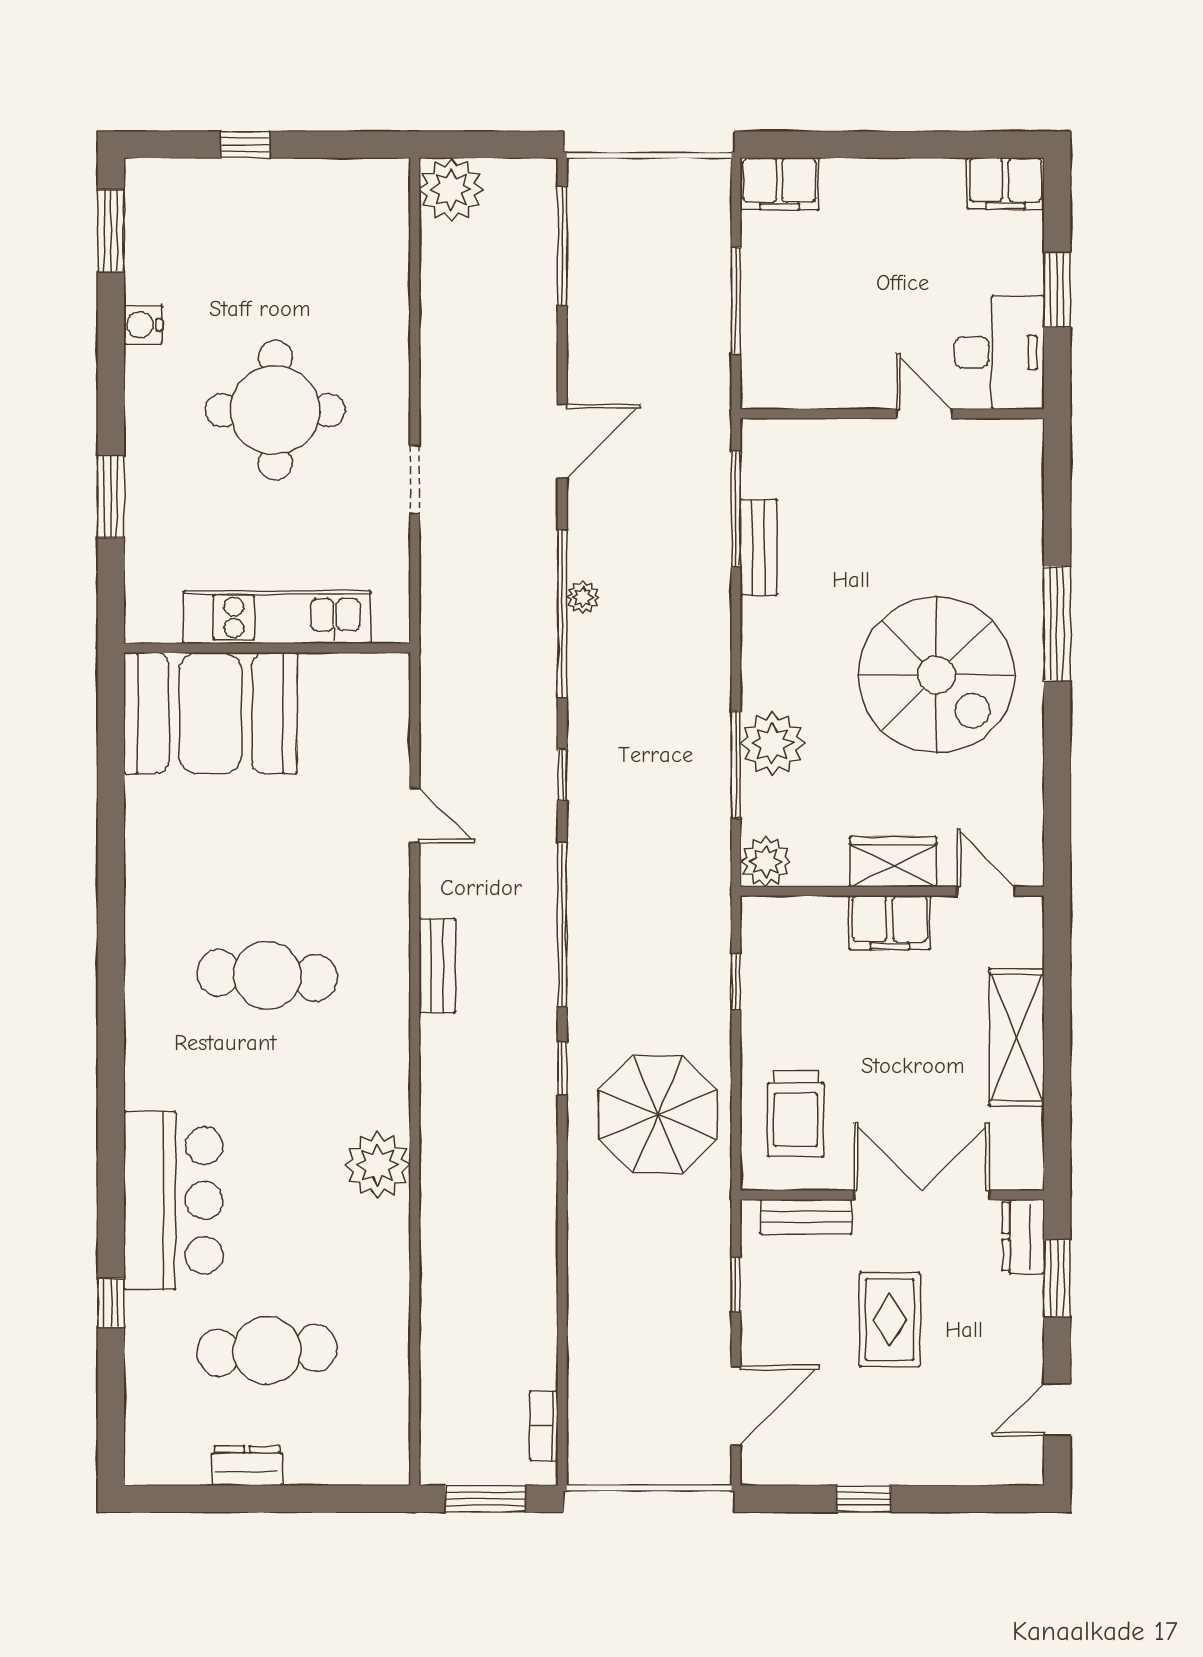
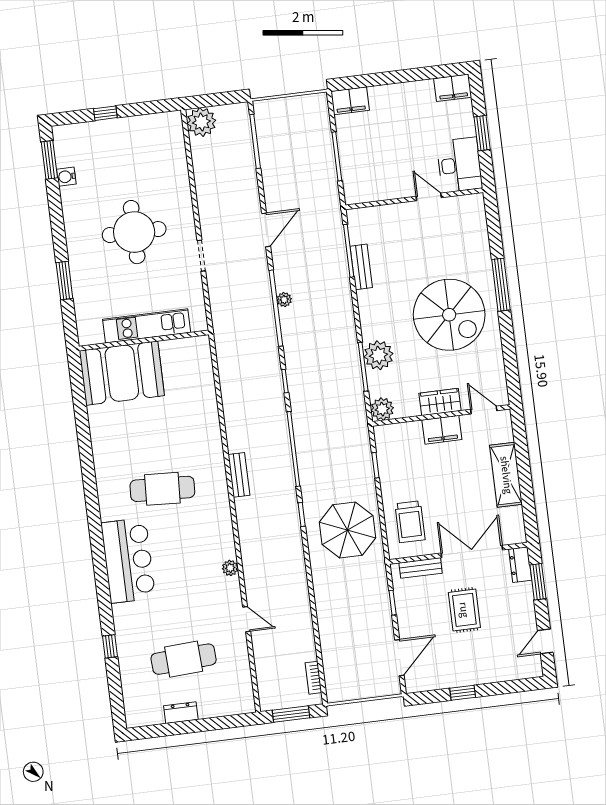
water cooler: (143, 325) -> (66, 177), moved
door: (415, 815) -> (247, 619), moved
plant: (377, 1165) -> (230, 568), width x0.53, depth x0.53
bar counter: (173, 1200) -> (128, 560), moved

